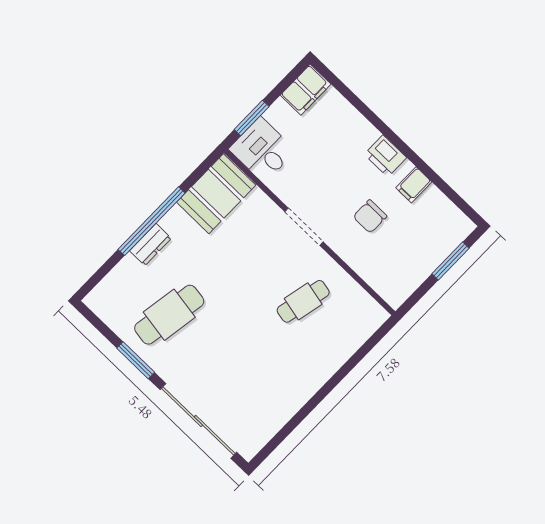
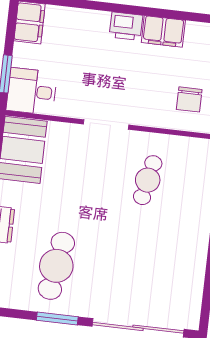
filing cabinet: (414, 185) -> (163, 31), width x2.00
chair: (370, 216) -> (189, 99), moved

